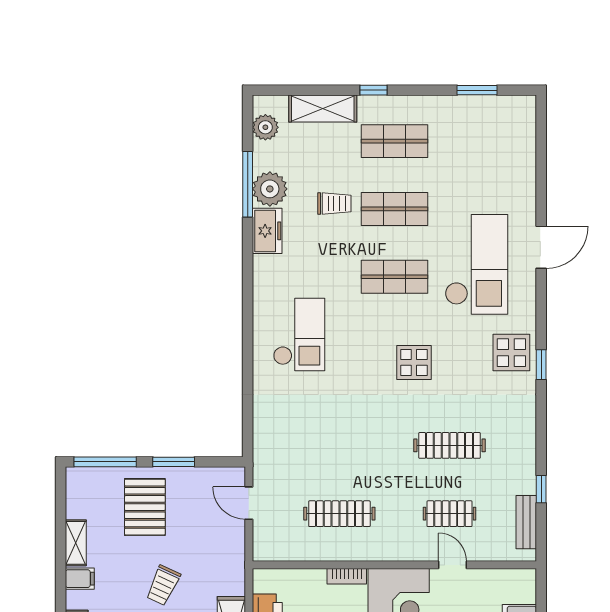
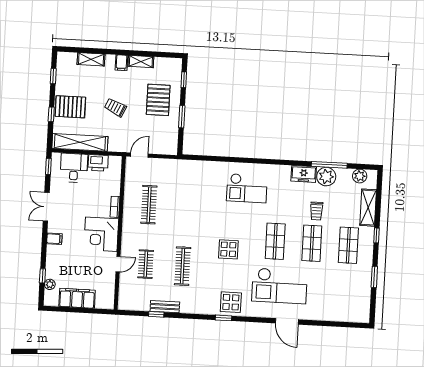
window: (477, 90) -> (374, 277), moved
window: (105, 462) -> (184, 80), width x0.46
door: (249, 503) -> (139, 155), moved
pallet: (145, 507) -> (158, 100), turned 90
bench: (526, 522) -> (165, 307), moved

